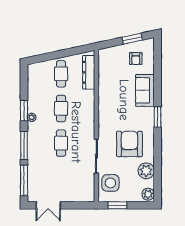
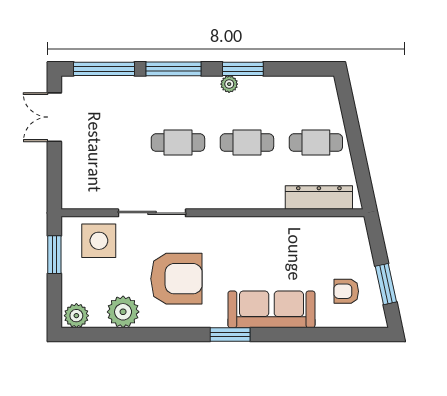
sofa: (145, 90) -> (271, 309), width x1.36

